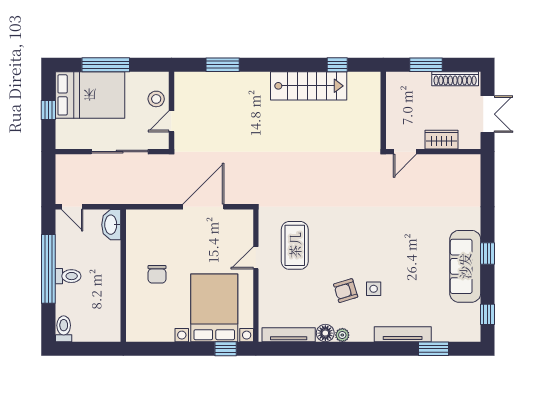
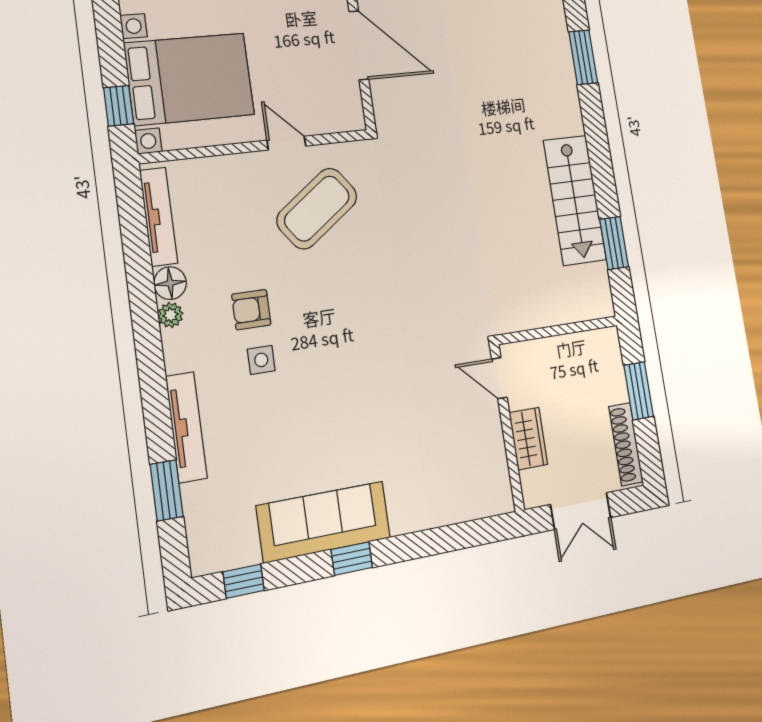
window: (337, 65) -> (614, 243), width x1.50
coffee table: (295, 245) -> (317, 208), turned -36
armchair: (346, 291) -> (251, 310), turned -73

